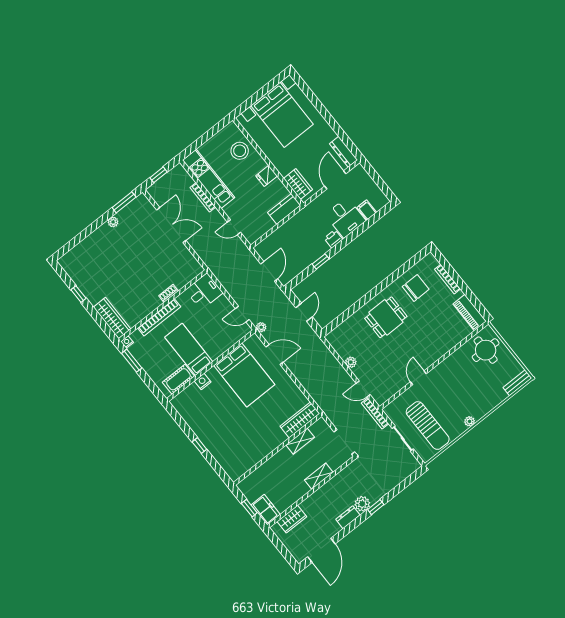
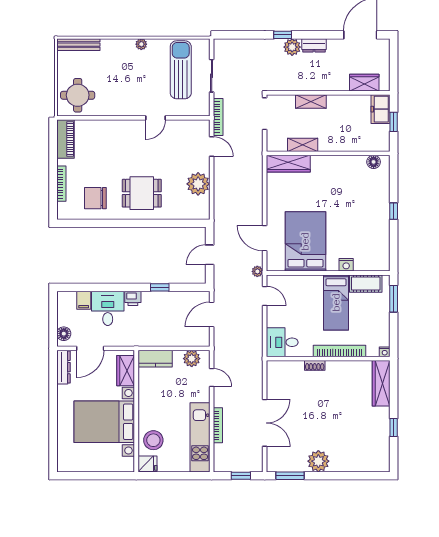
bed with nightstands: (282, 115) -> (104, 422), moved, turned -90
floor lamp: (362, 175) -> (64, 334), added
fridge: (267, 176) -> (147, 464), moved
plant: (113, 222) -> (318, 461), width x1.88, depth x1.88
double door: (171, 225) -> (265, 423), swing flipped
plant: (259, 229) -> (192, 359), added
window: (132, 361) -> (394, 299), moved
plant: (351, 362) -> (198, 184), width x1.88, depth x1.88
bench: (517, 383) -> (78, 45), width x1.36
floor lamp: (241, 469) -> (374, 162), added

